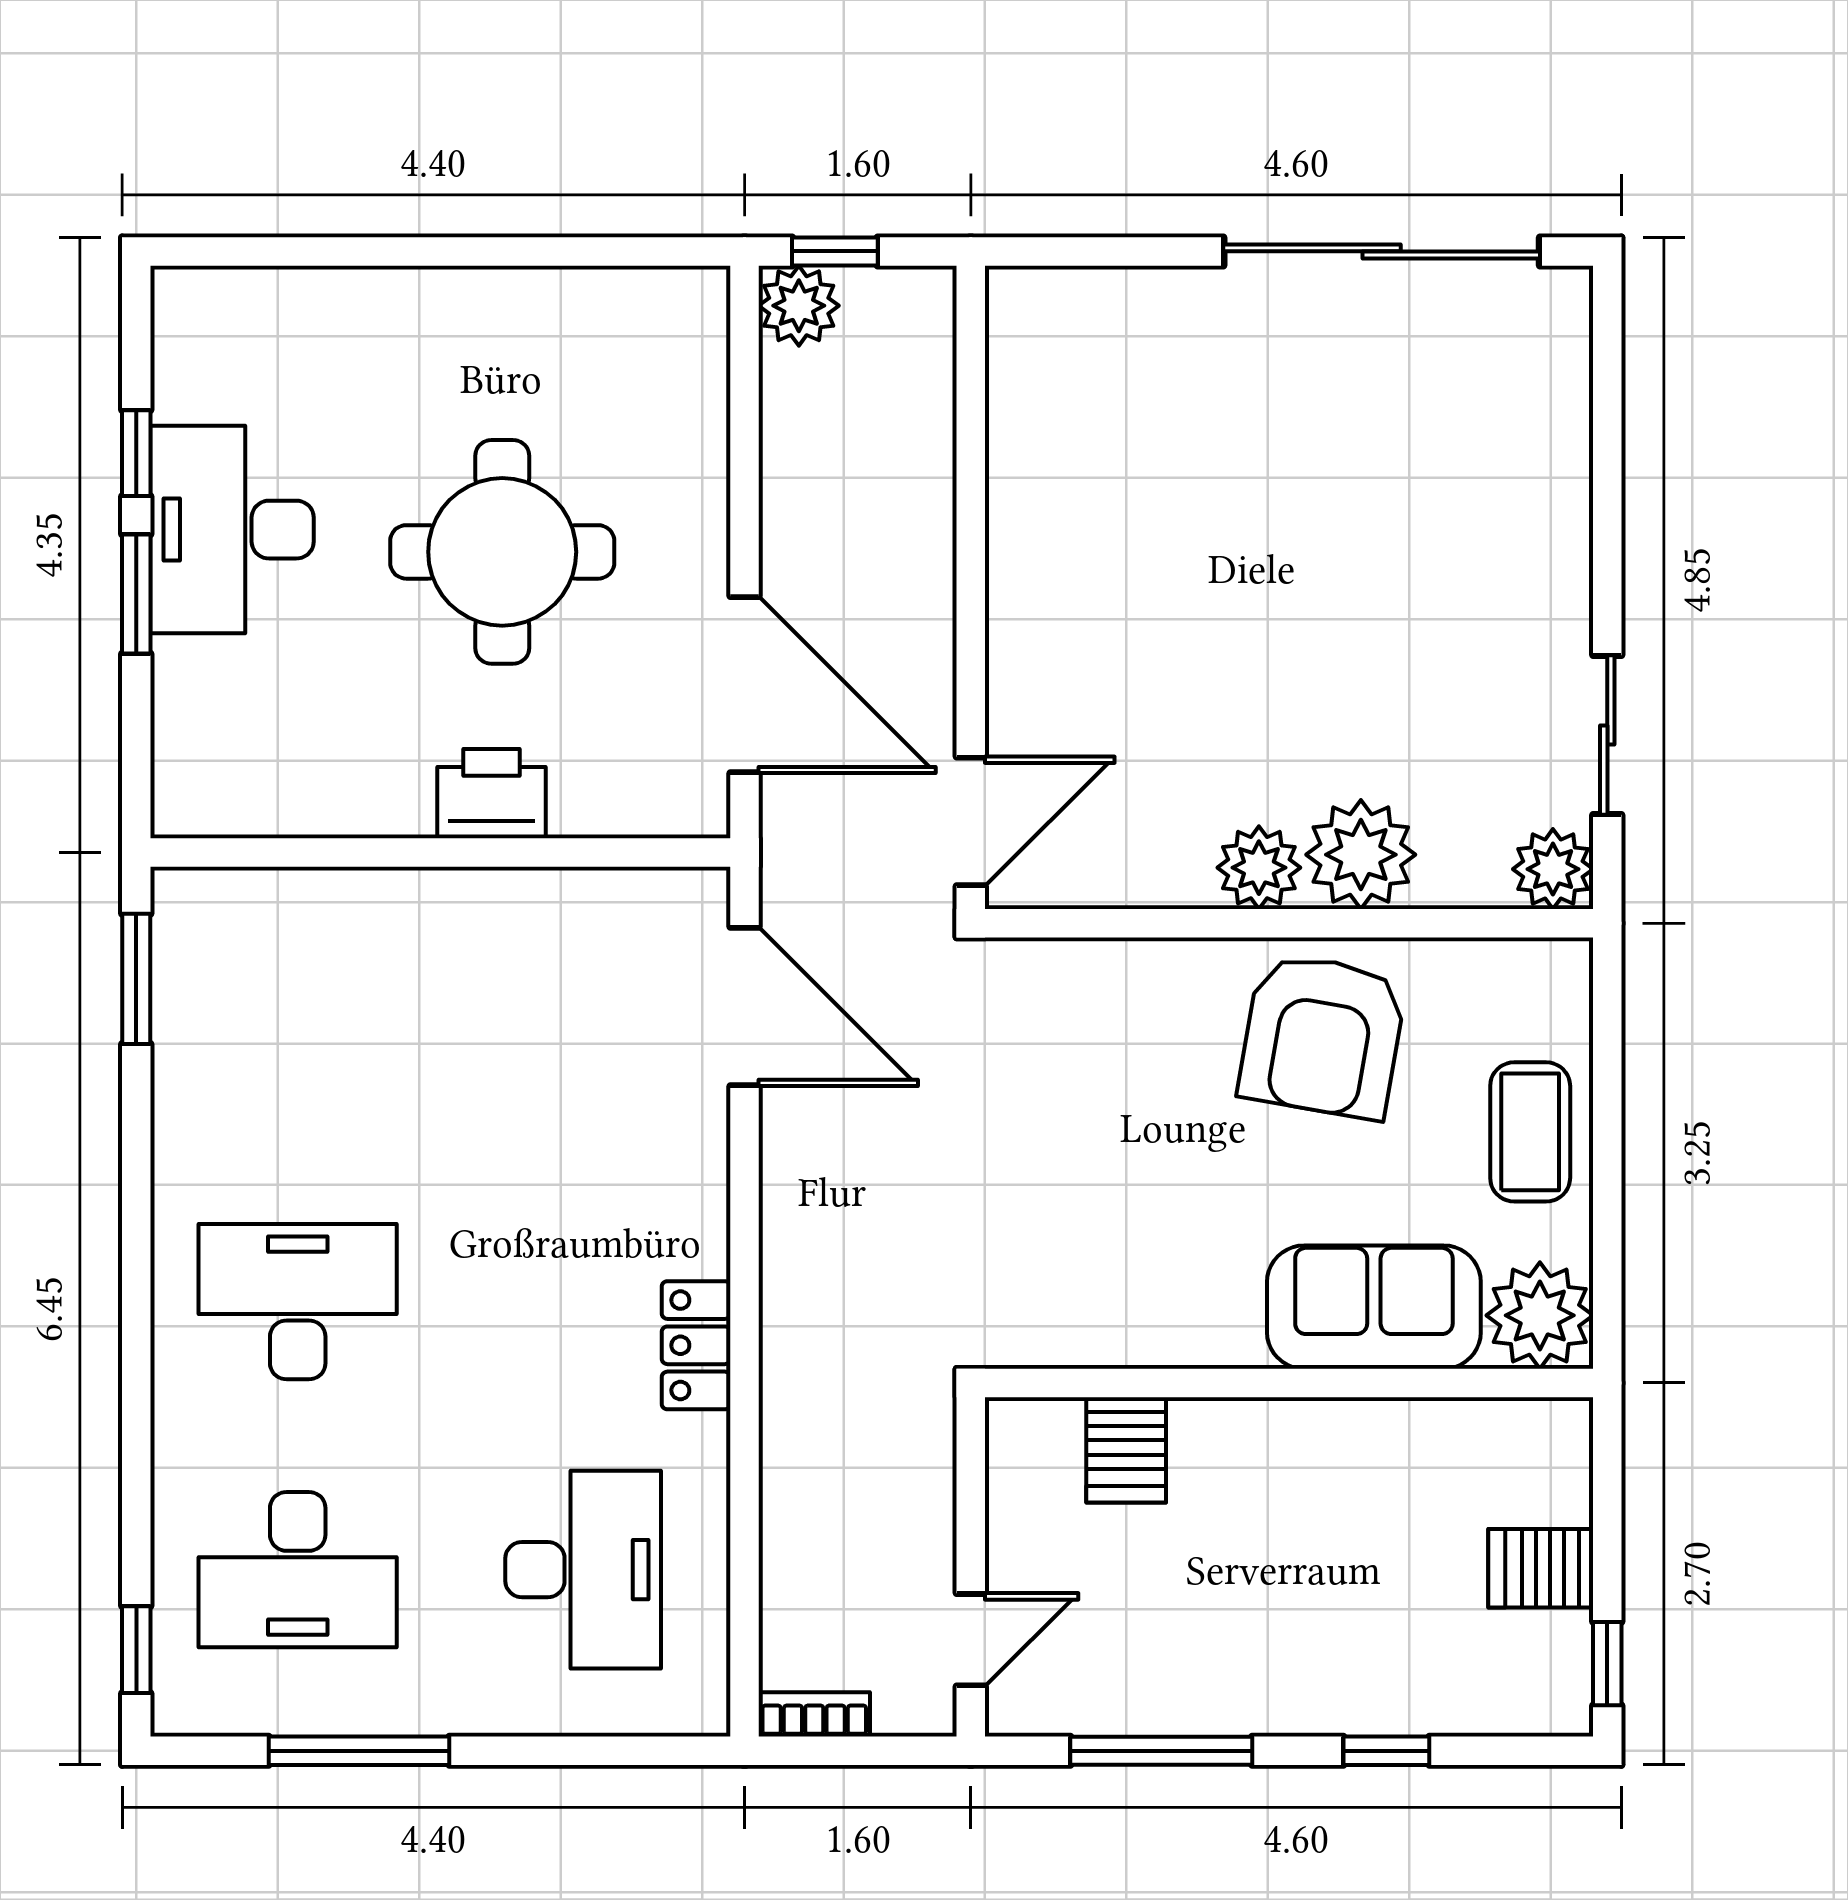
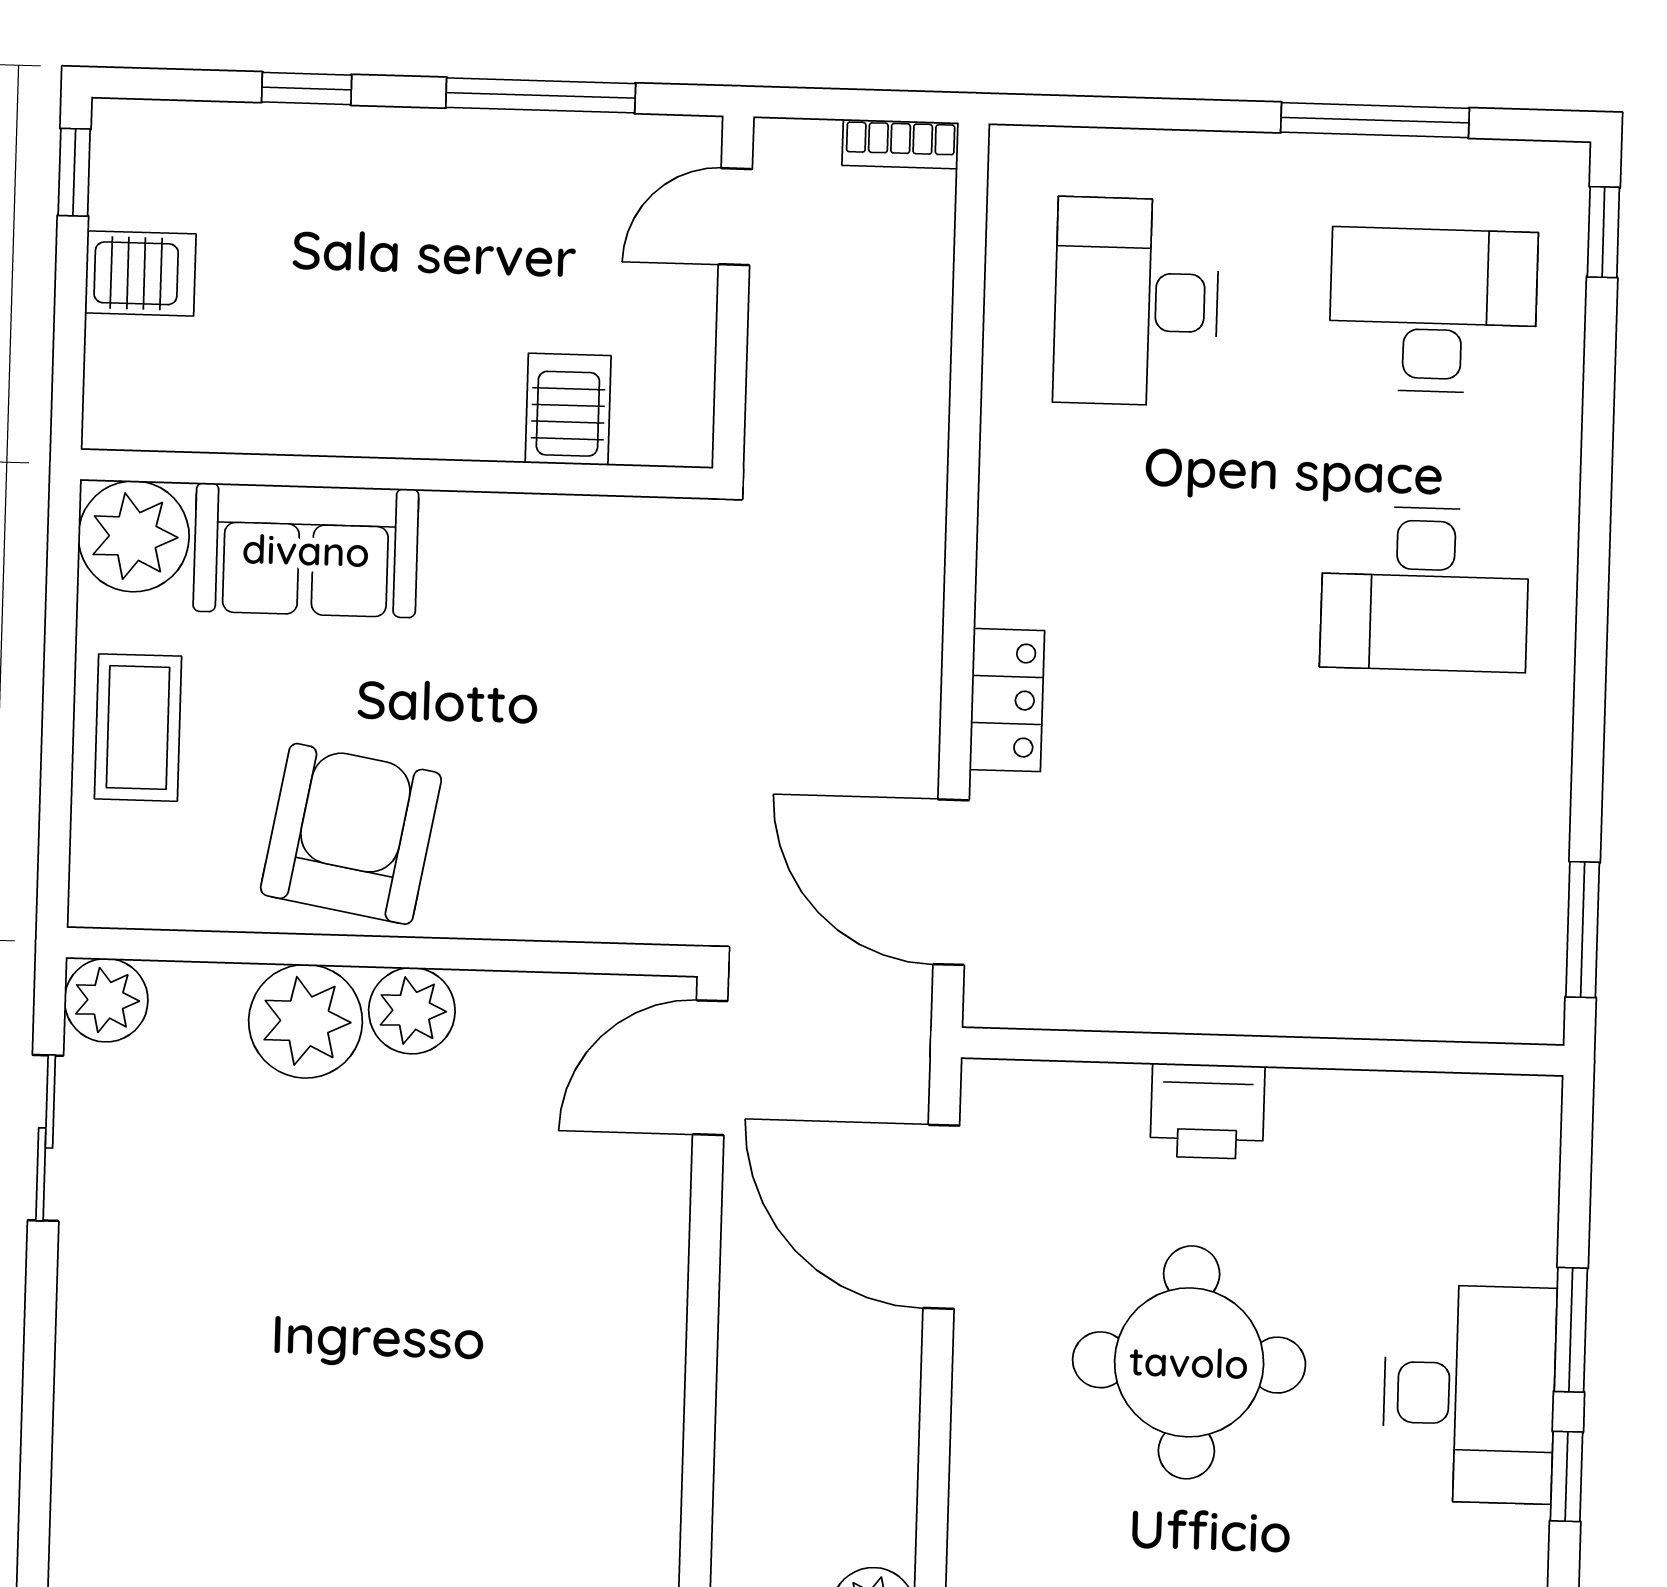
locker: (696, 1345) -> (1007, 700), moved

